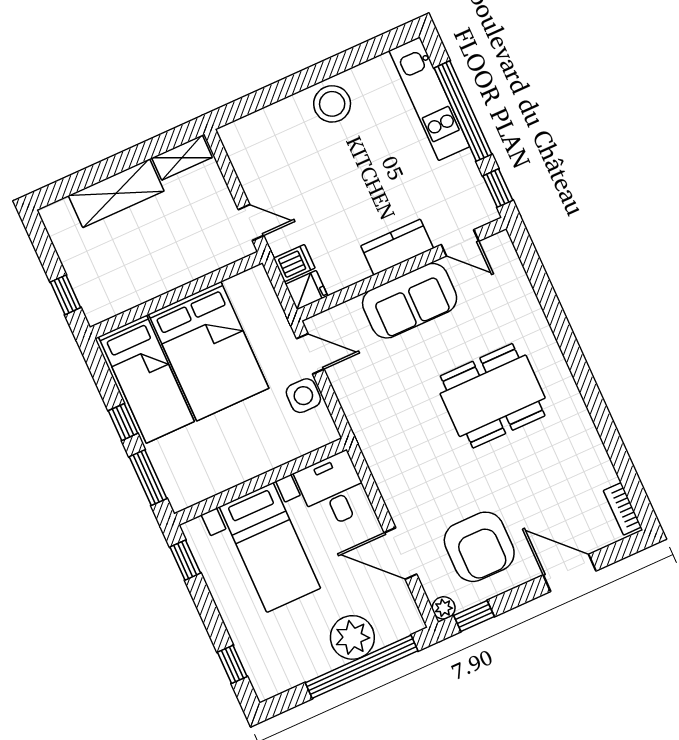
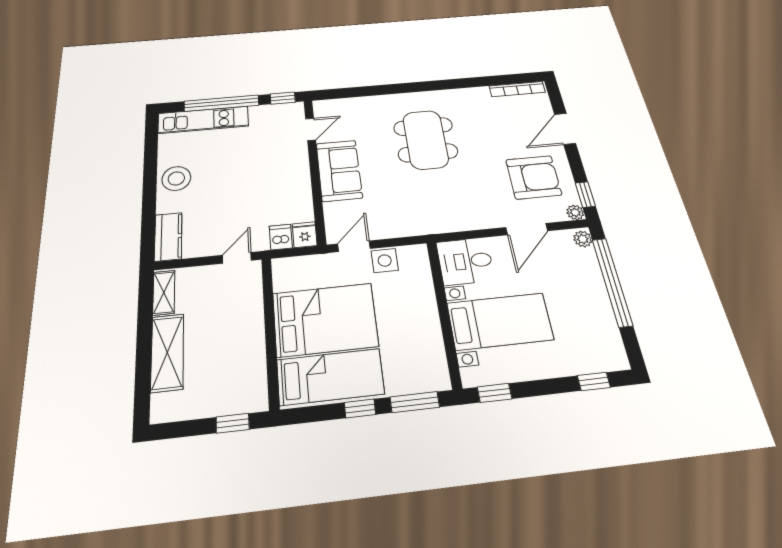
kitchen counter: (397, 247) -> (168, 237), moved, turned 180
bookcase: (622, 509) -> (517, 89), width x1.56
plant: (352, 637) -> (583, 239), moved, width x0.53, depth x0.53

